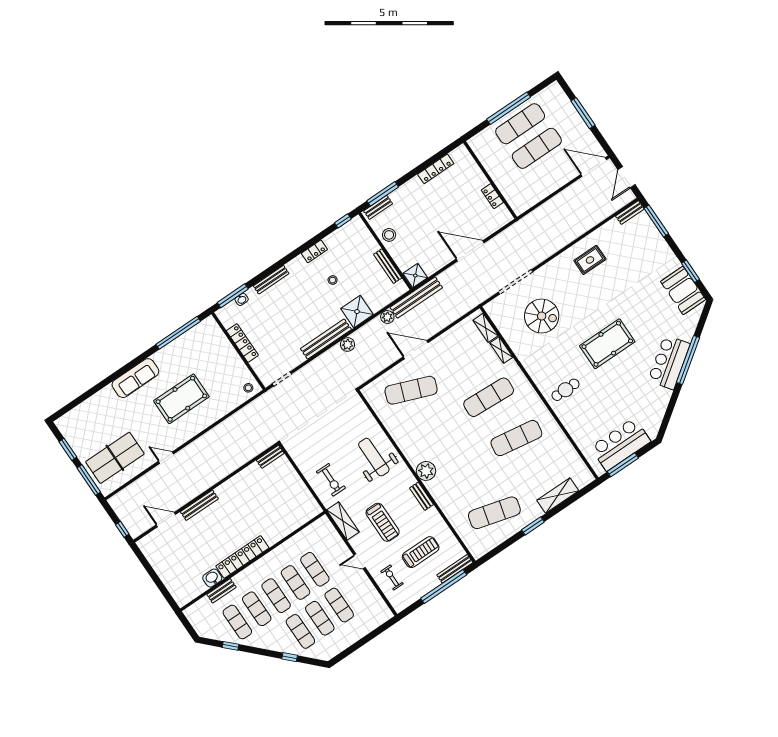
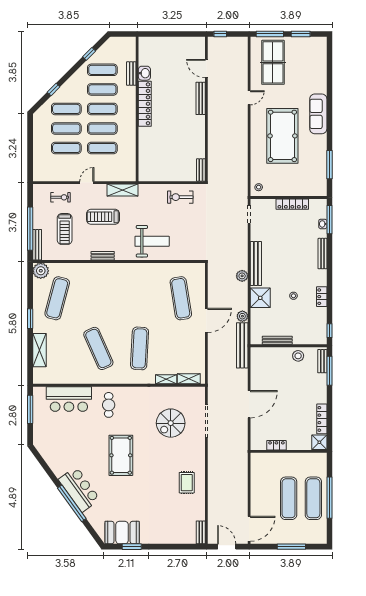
window: (656, 221) -> (183, 547), removed
shower: (415, 276) -> (319, 442), moved
window: (178, 333) -> (329, 165), width x0.68
exercise mat: (411, 390) -> (181, 298), turned -30
pool table: (181, 399) -> (282, 136), width x1.36, depth x1.32
exercise mat: (516, 438) -> (98, 348), turned -33
bar counter: (621, 444) -> (69, 399), moved, turned 90
plant: (426, 471) -> (41, 271), moved
exercise bike: (331, 480) -> (180, 197), moved
door: (166, 520) -> (206, 69), swing flipped

